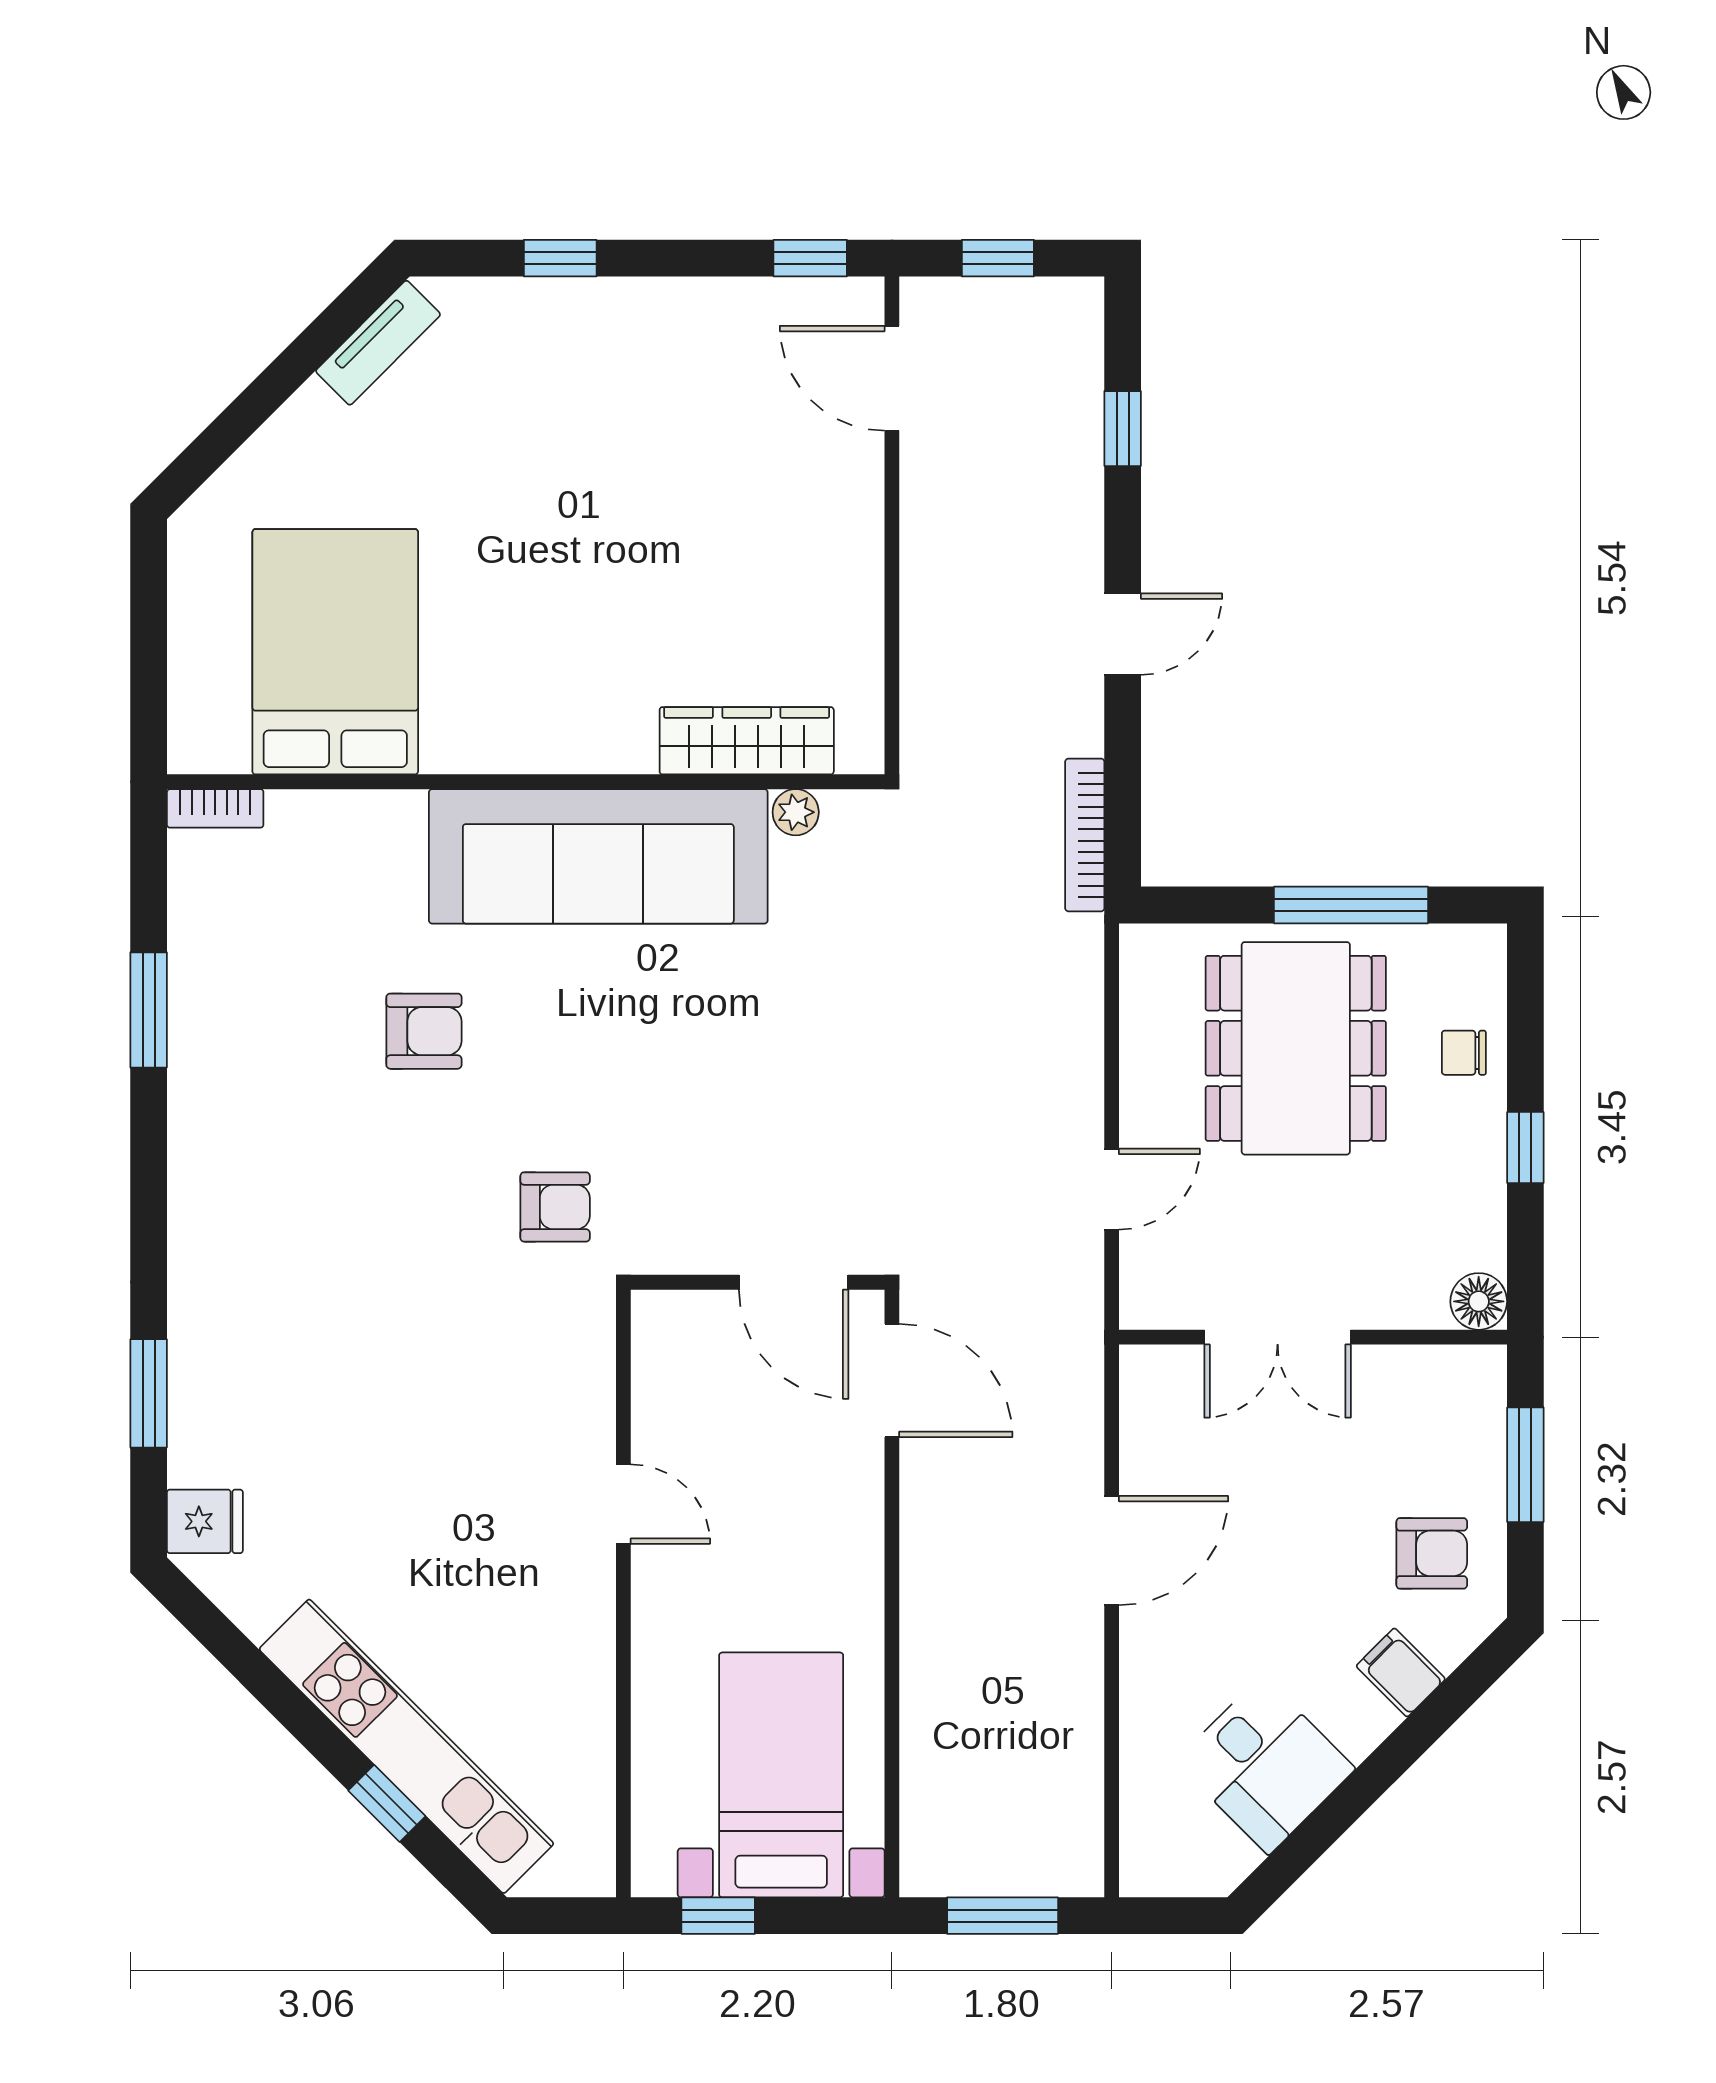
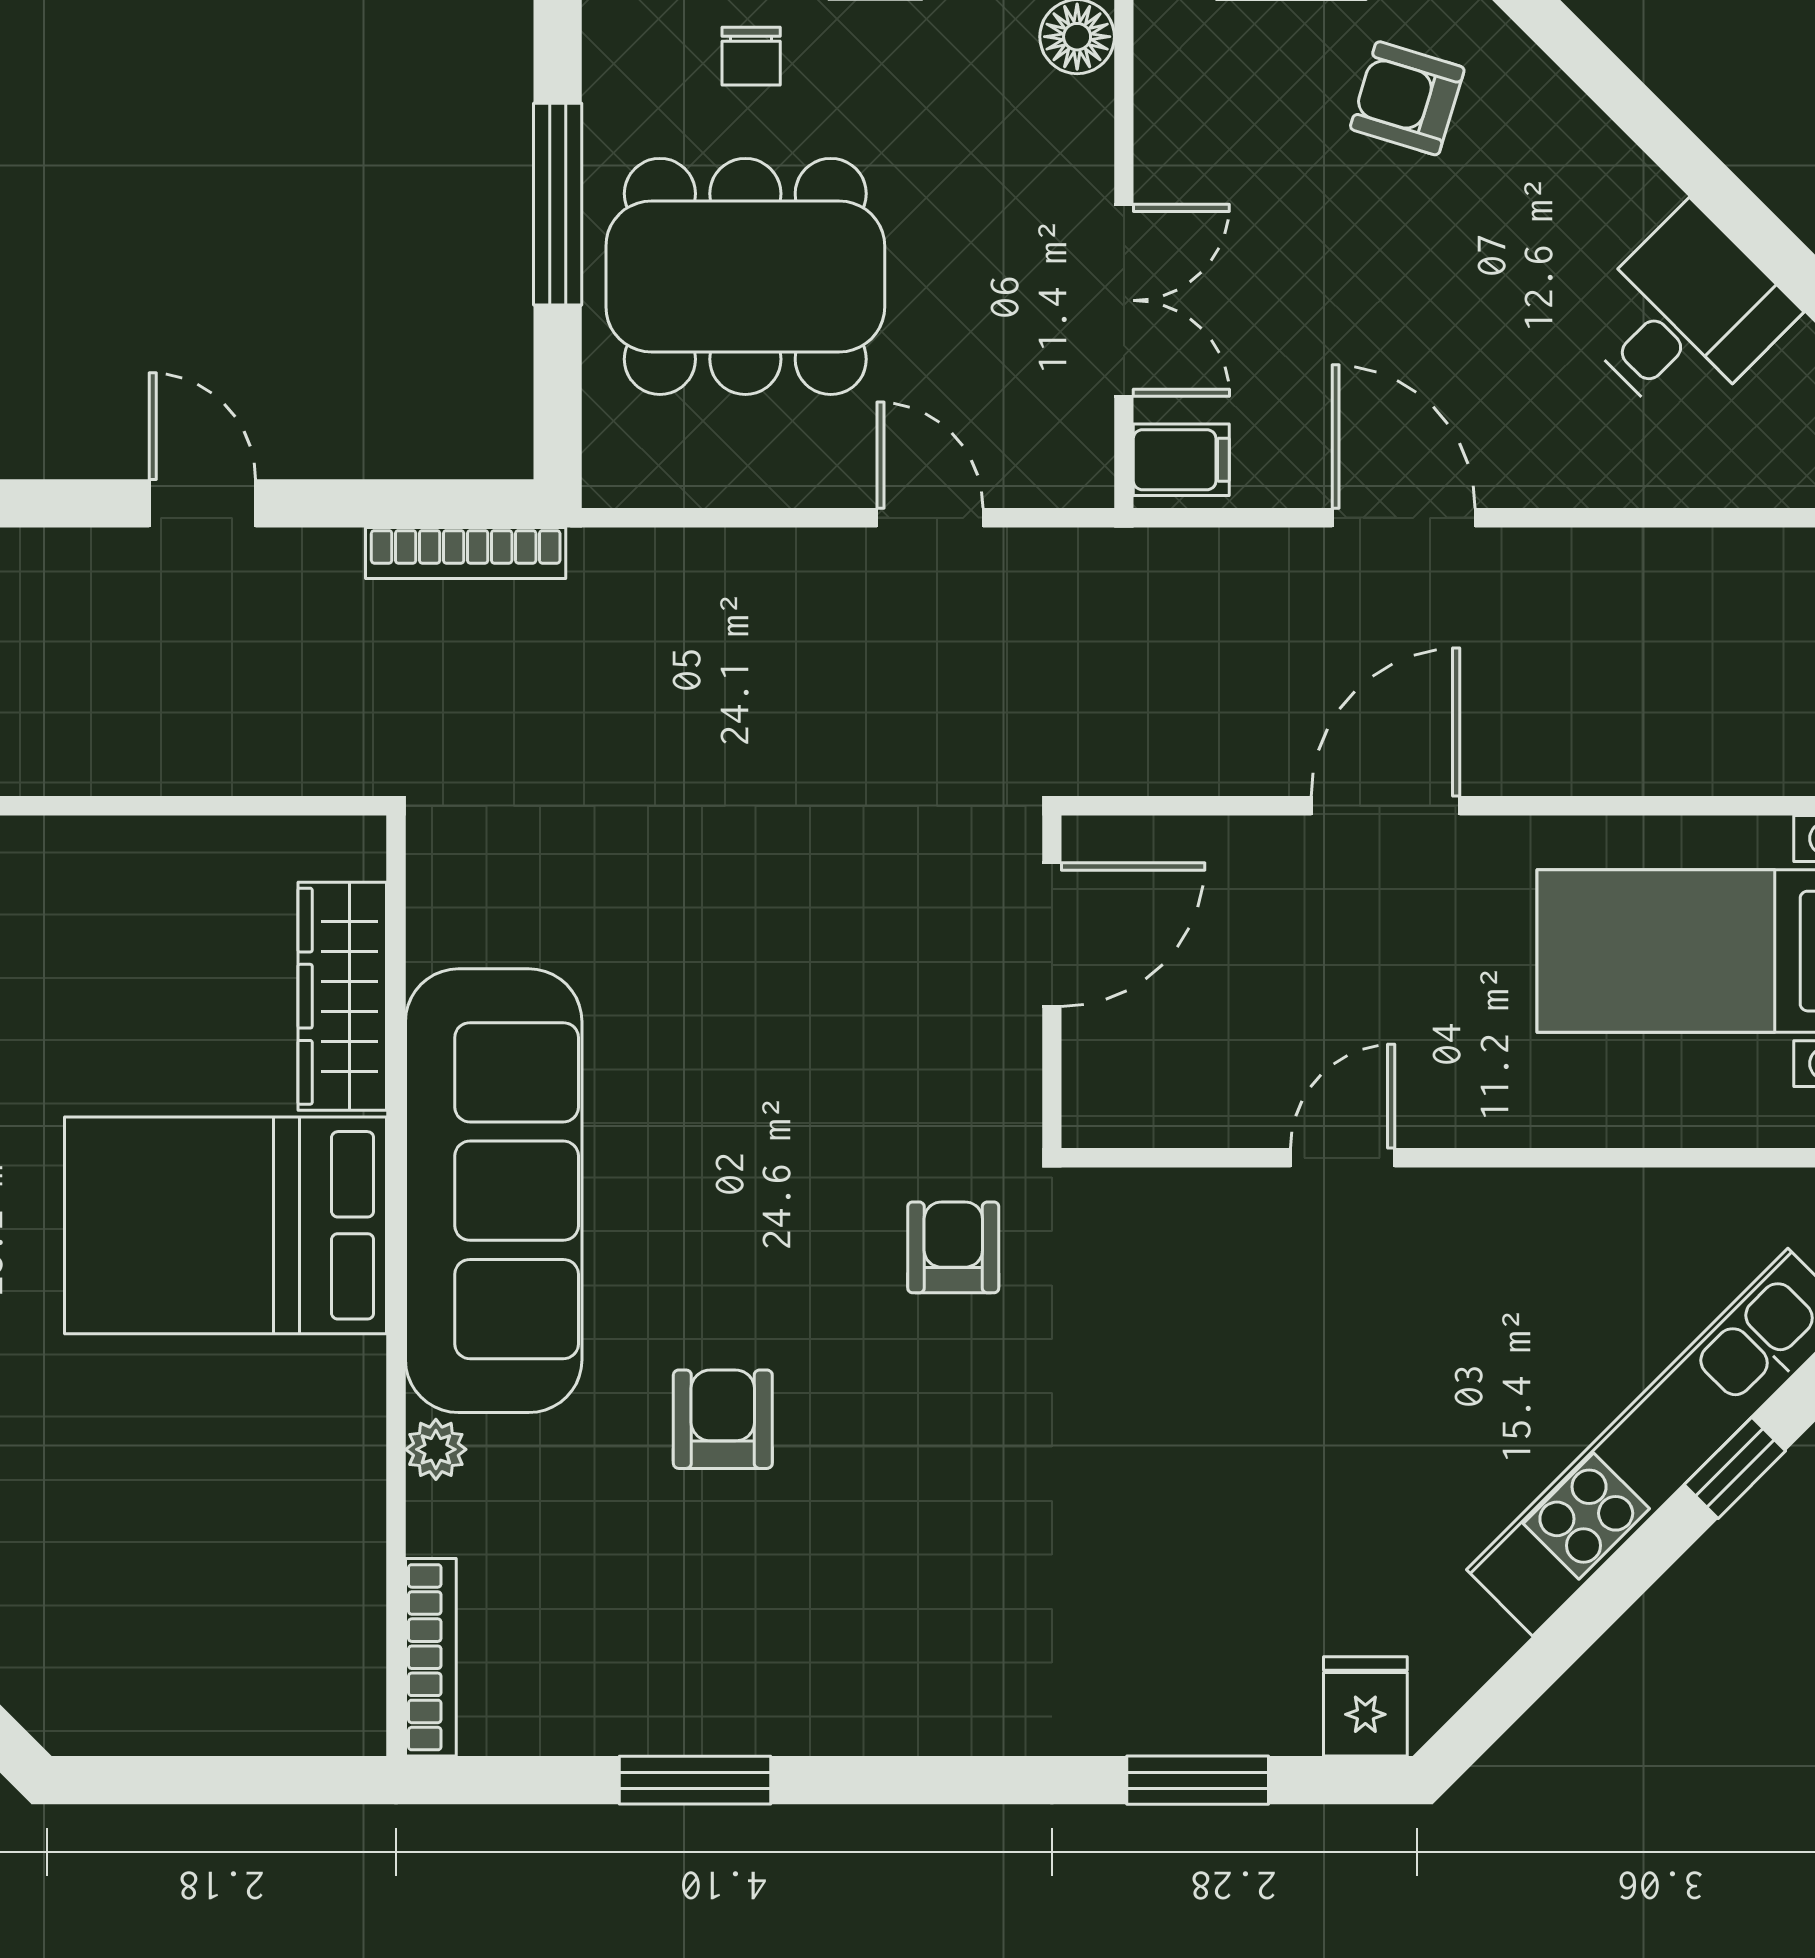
bed: (335, 652) -> (226, 1225), moved
bookcase: (215, 808) -> (431, 1657), width x1.56
plant: (796, 812) -> (436, 1449), moved
door: (892, 1380) -> (1386, 806), moved
armchair: (1432, 1553) -> (1407, 98), turned -73
filing cabinet: (1401, 1672) -> (1181, 460), moved, turned -135

